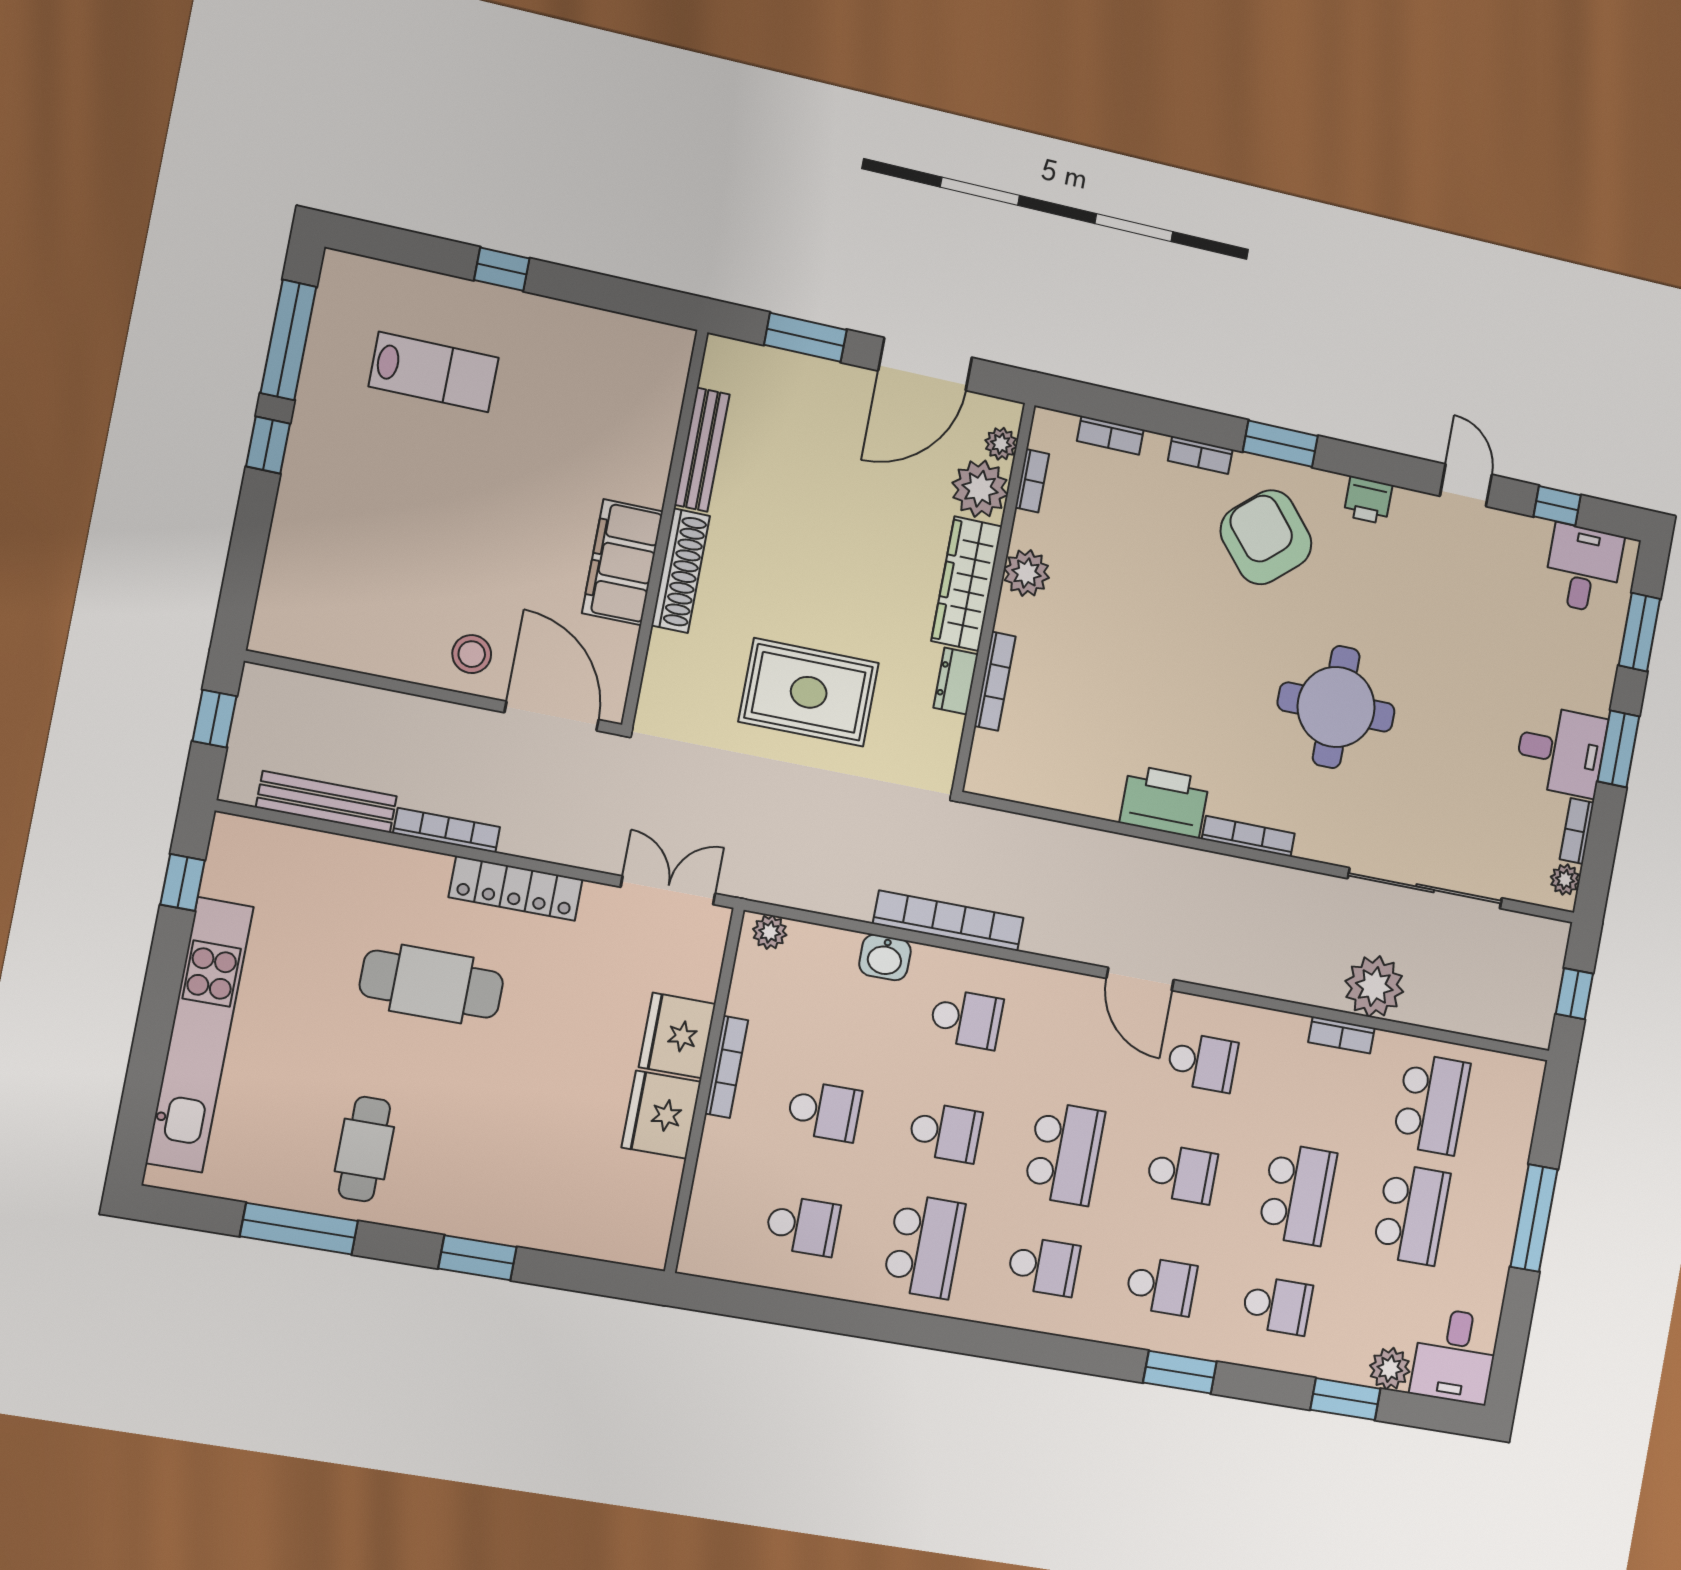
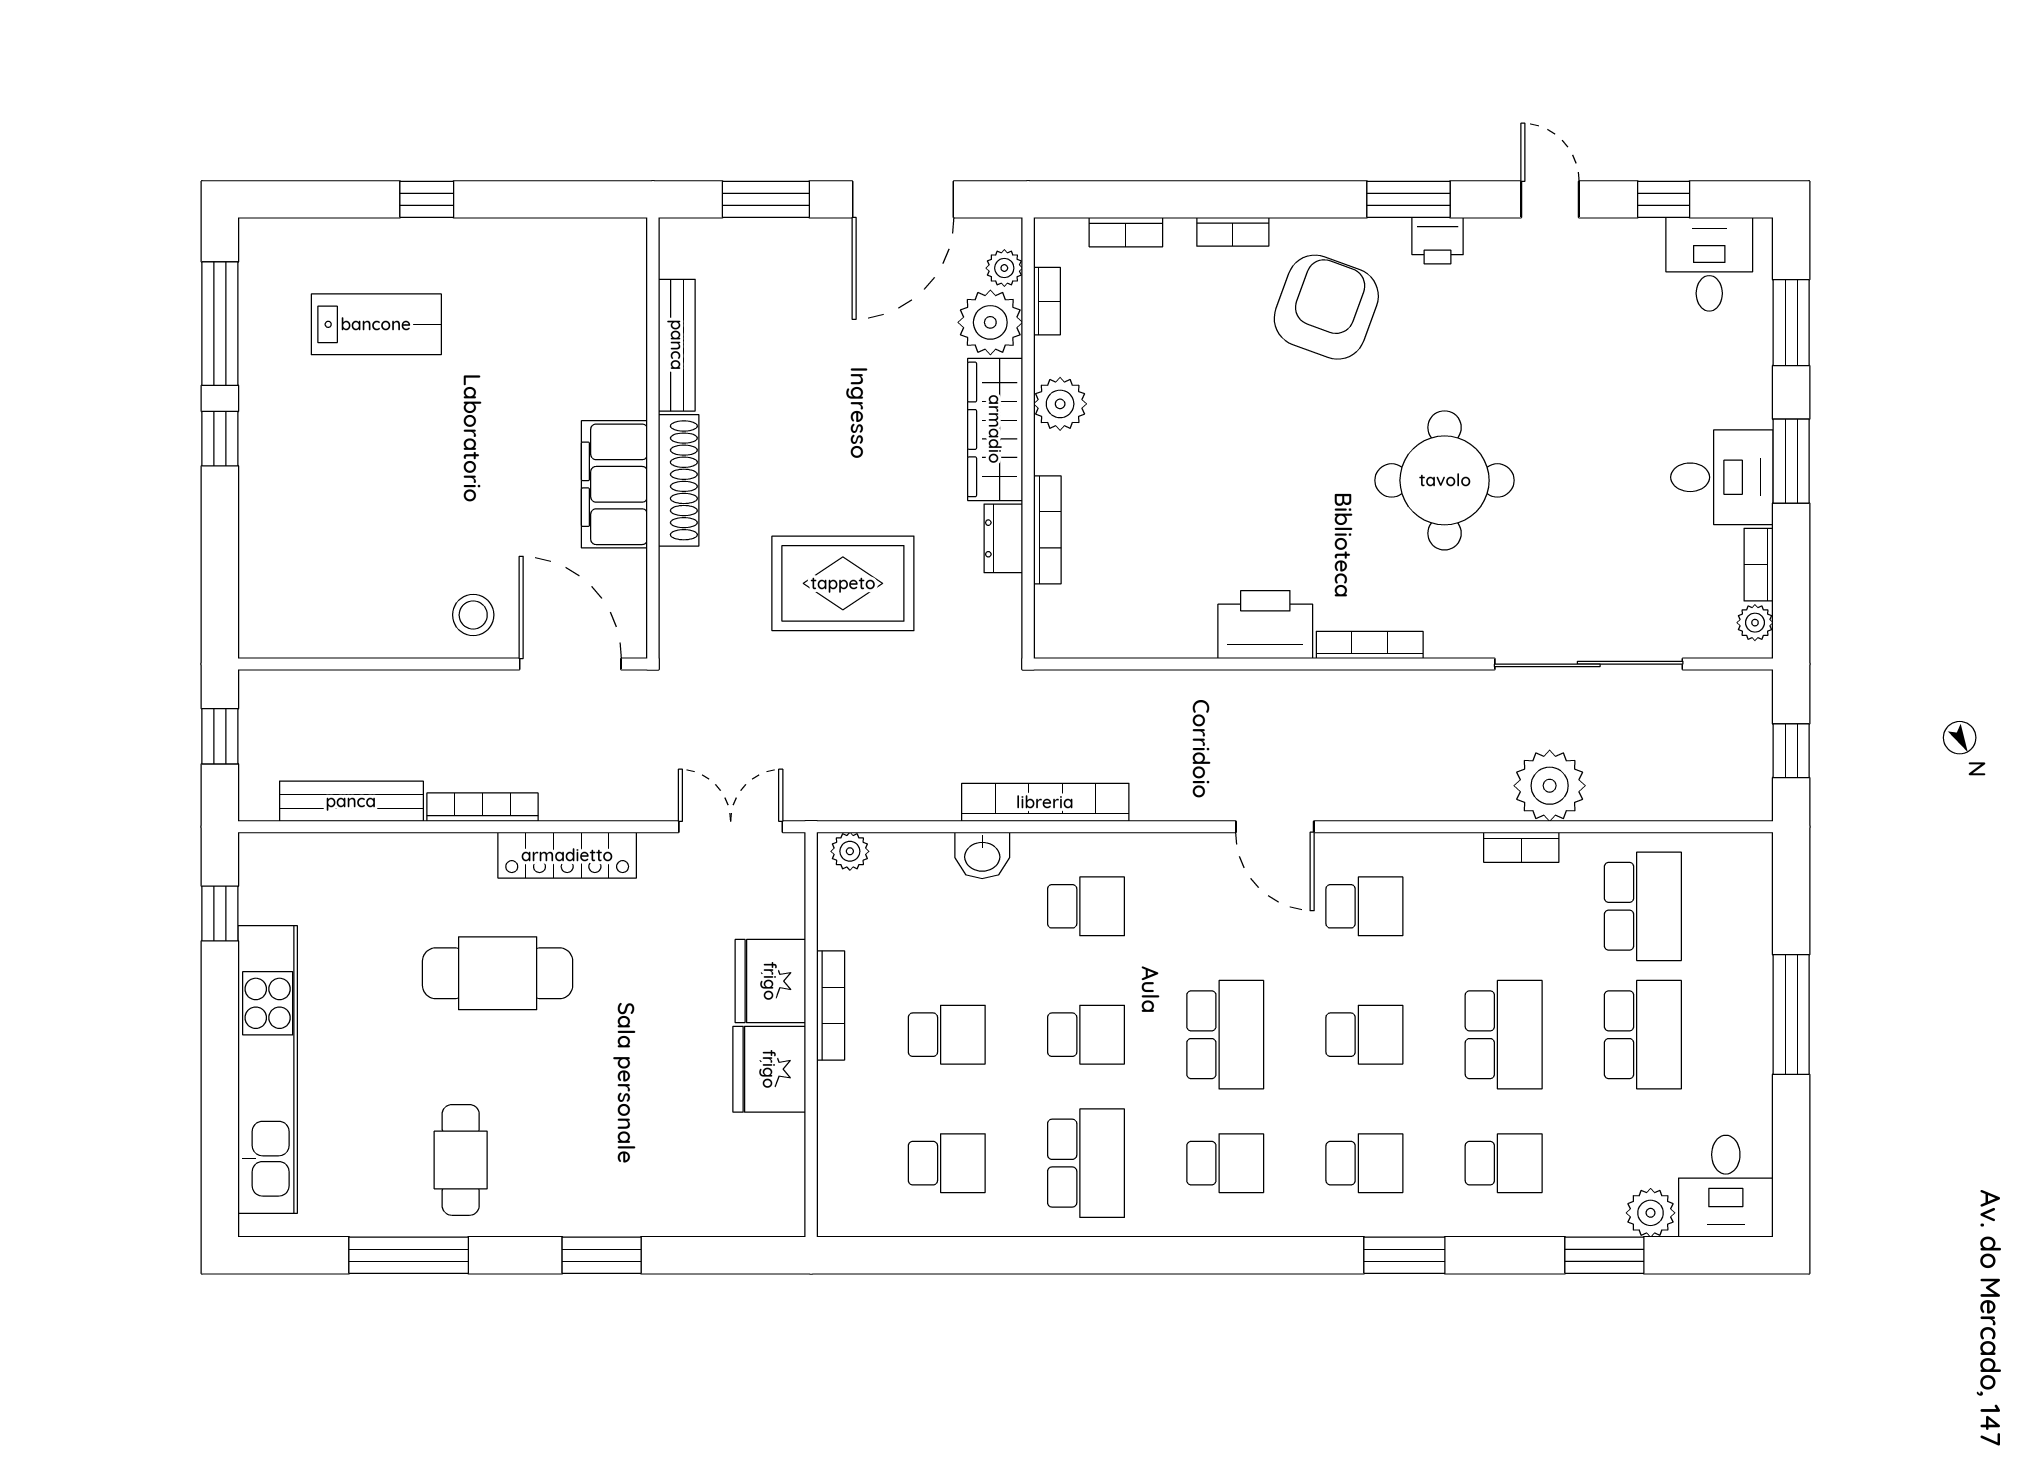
window: (1280, 444) -> (1408, 199), moved
armchair: (1266, 537) -> (1326, 307), turned 61

